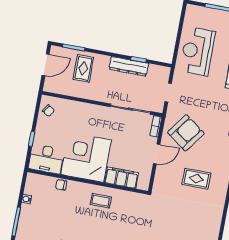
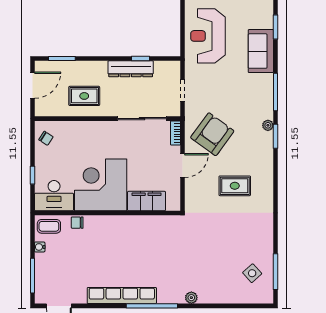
rug: (83, 68) -> (84, 96), moved, turned 90
coffee table: (101, 201) -> (49, 226), moved

